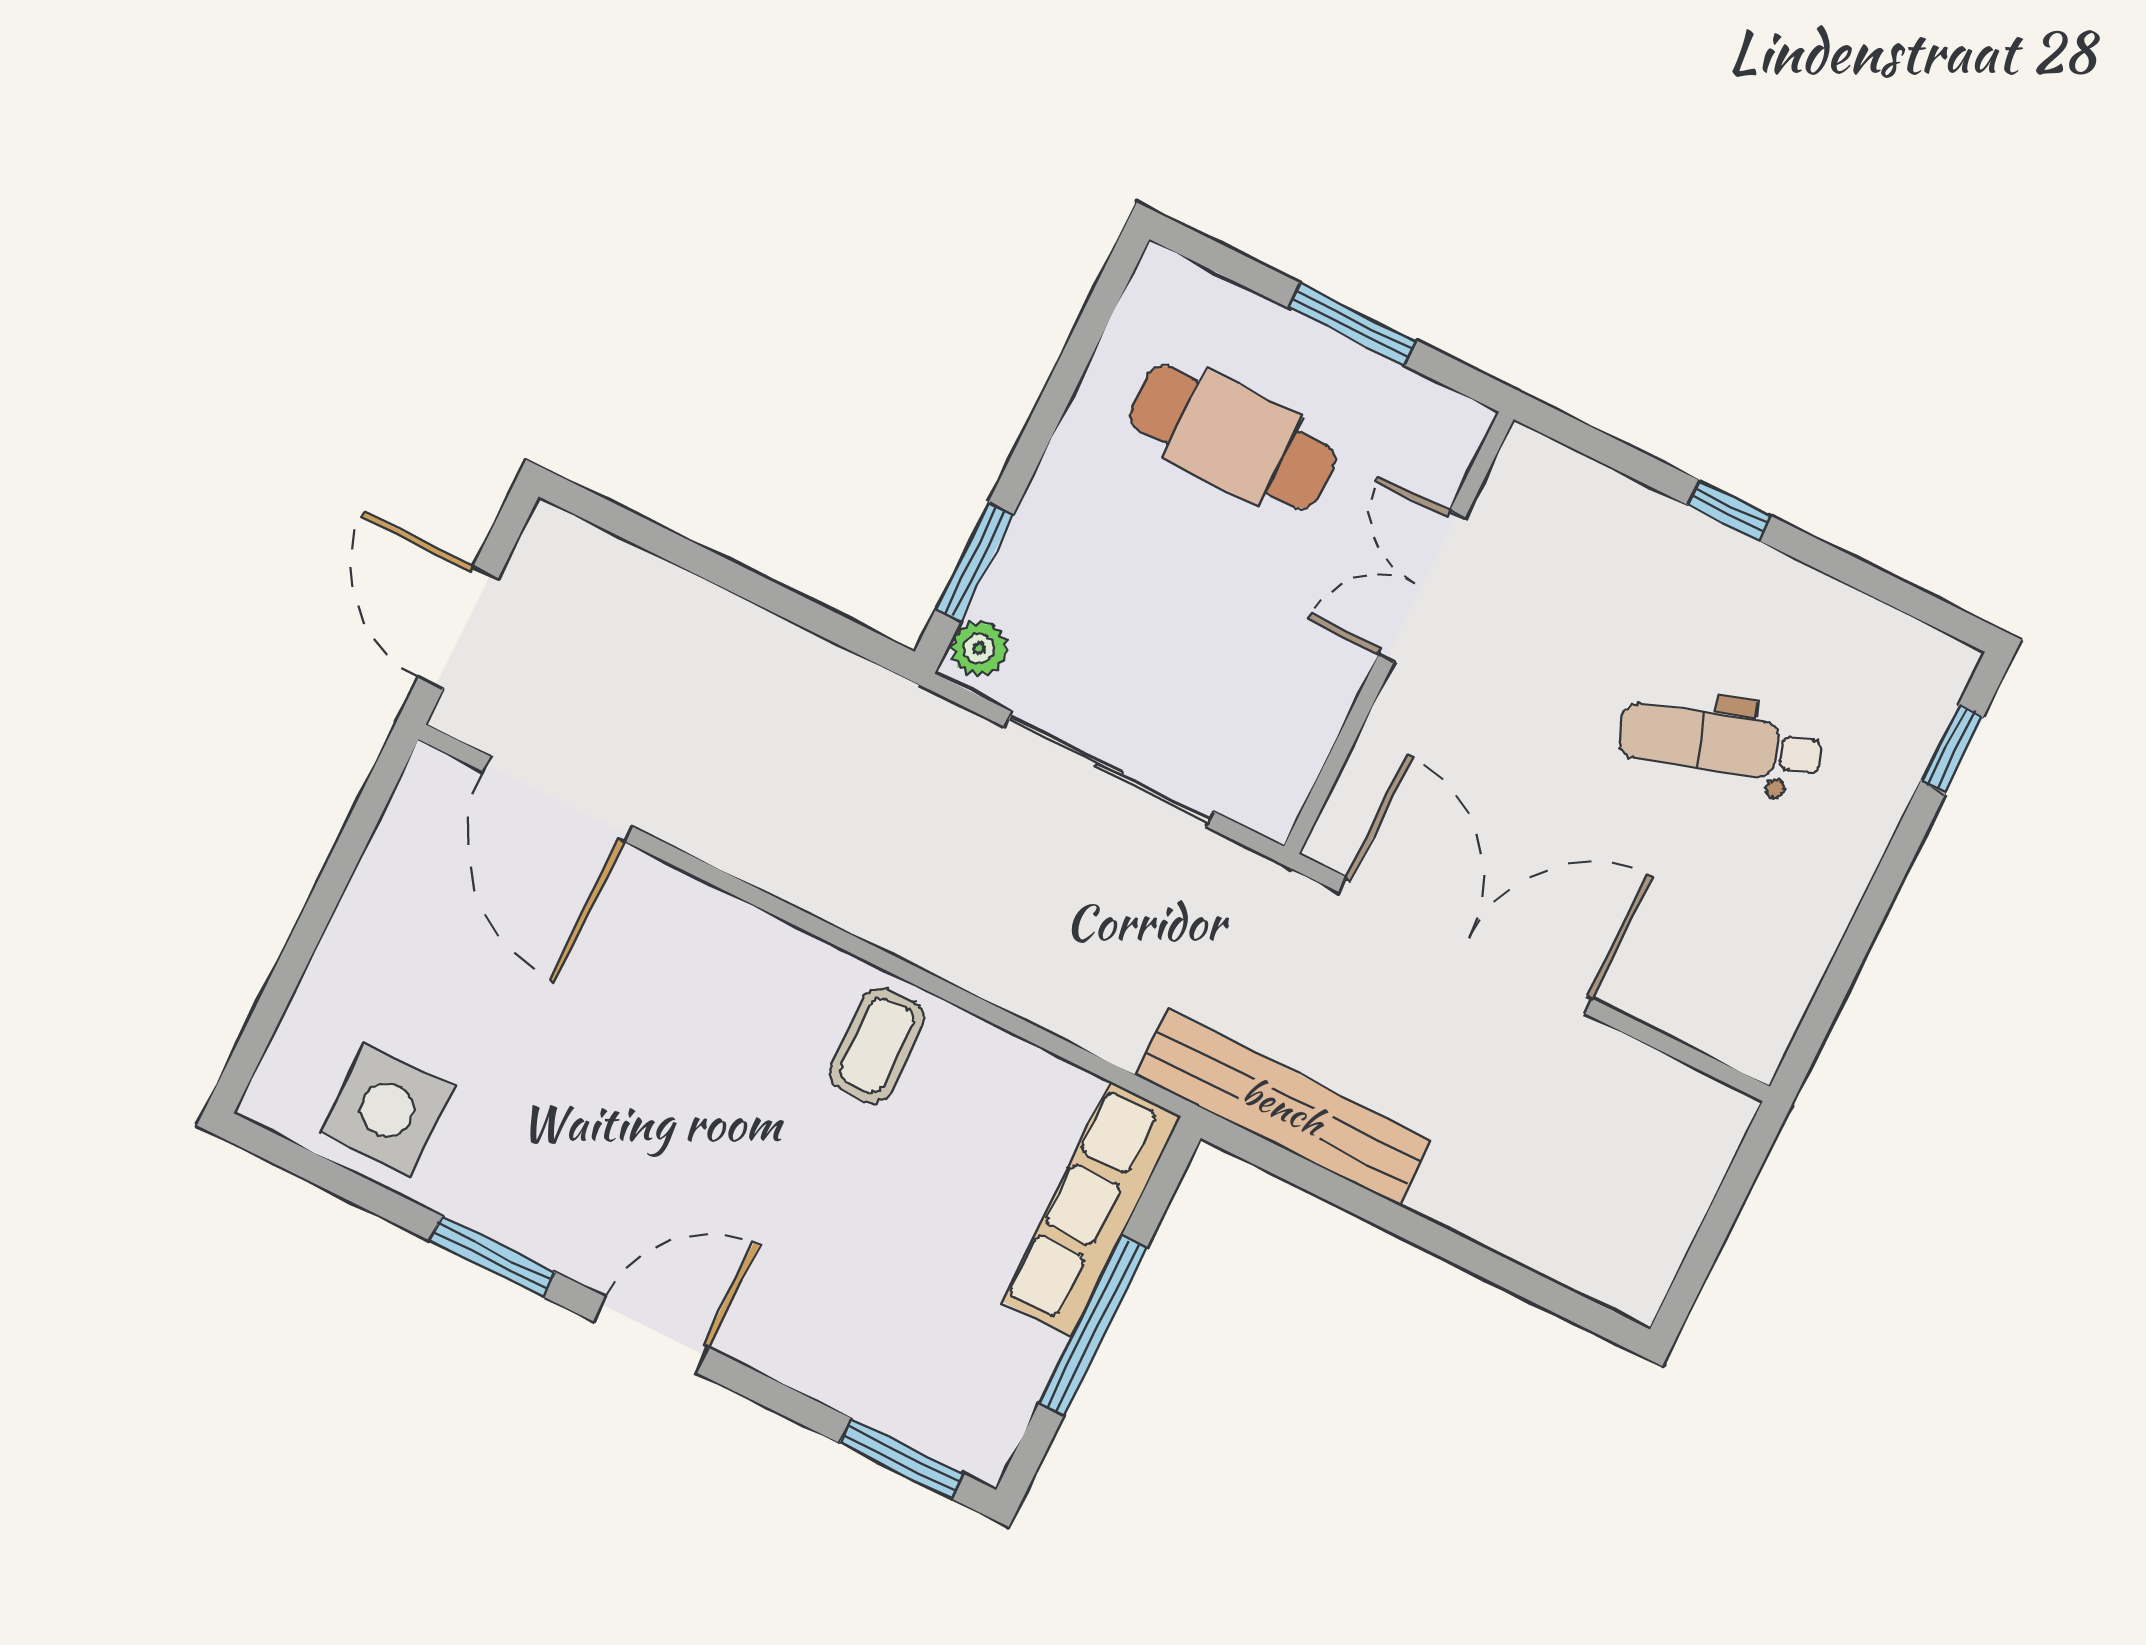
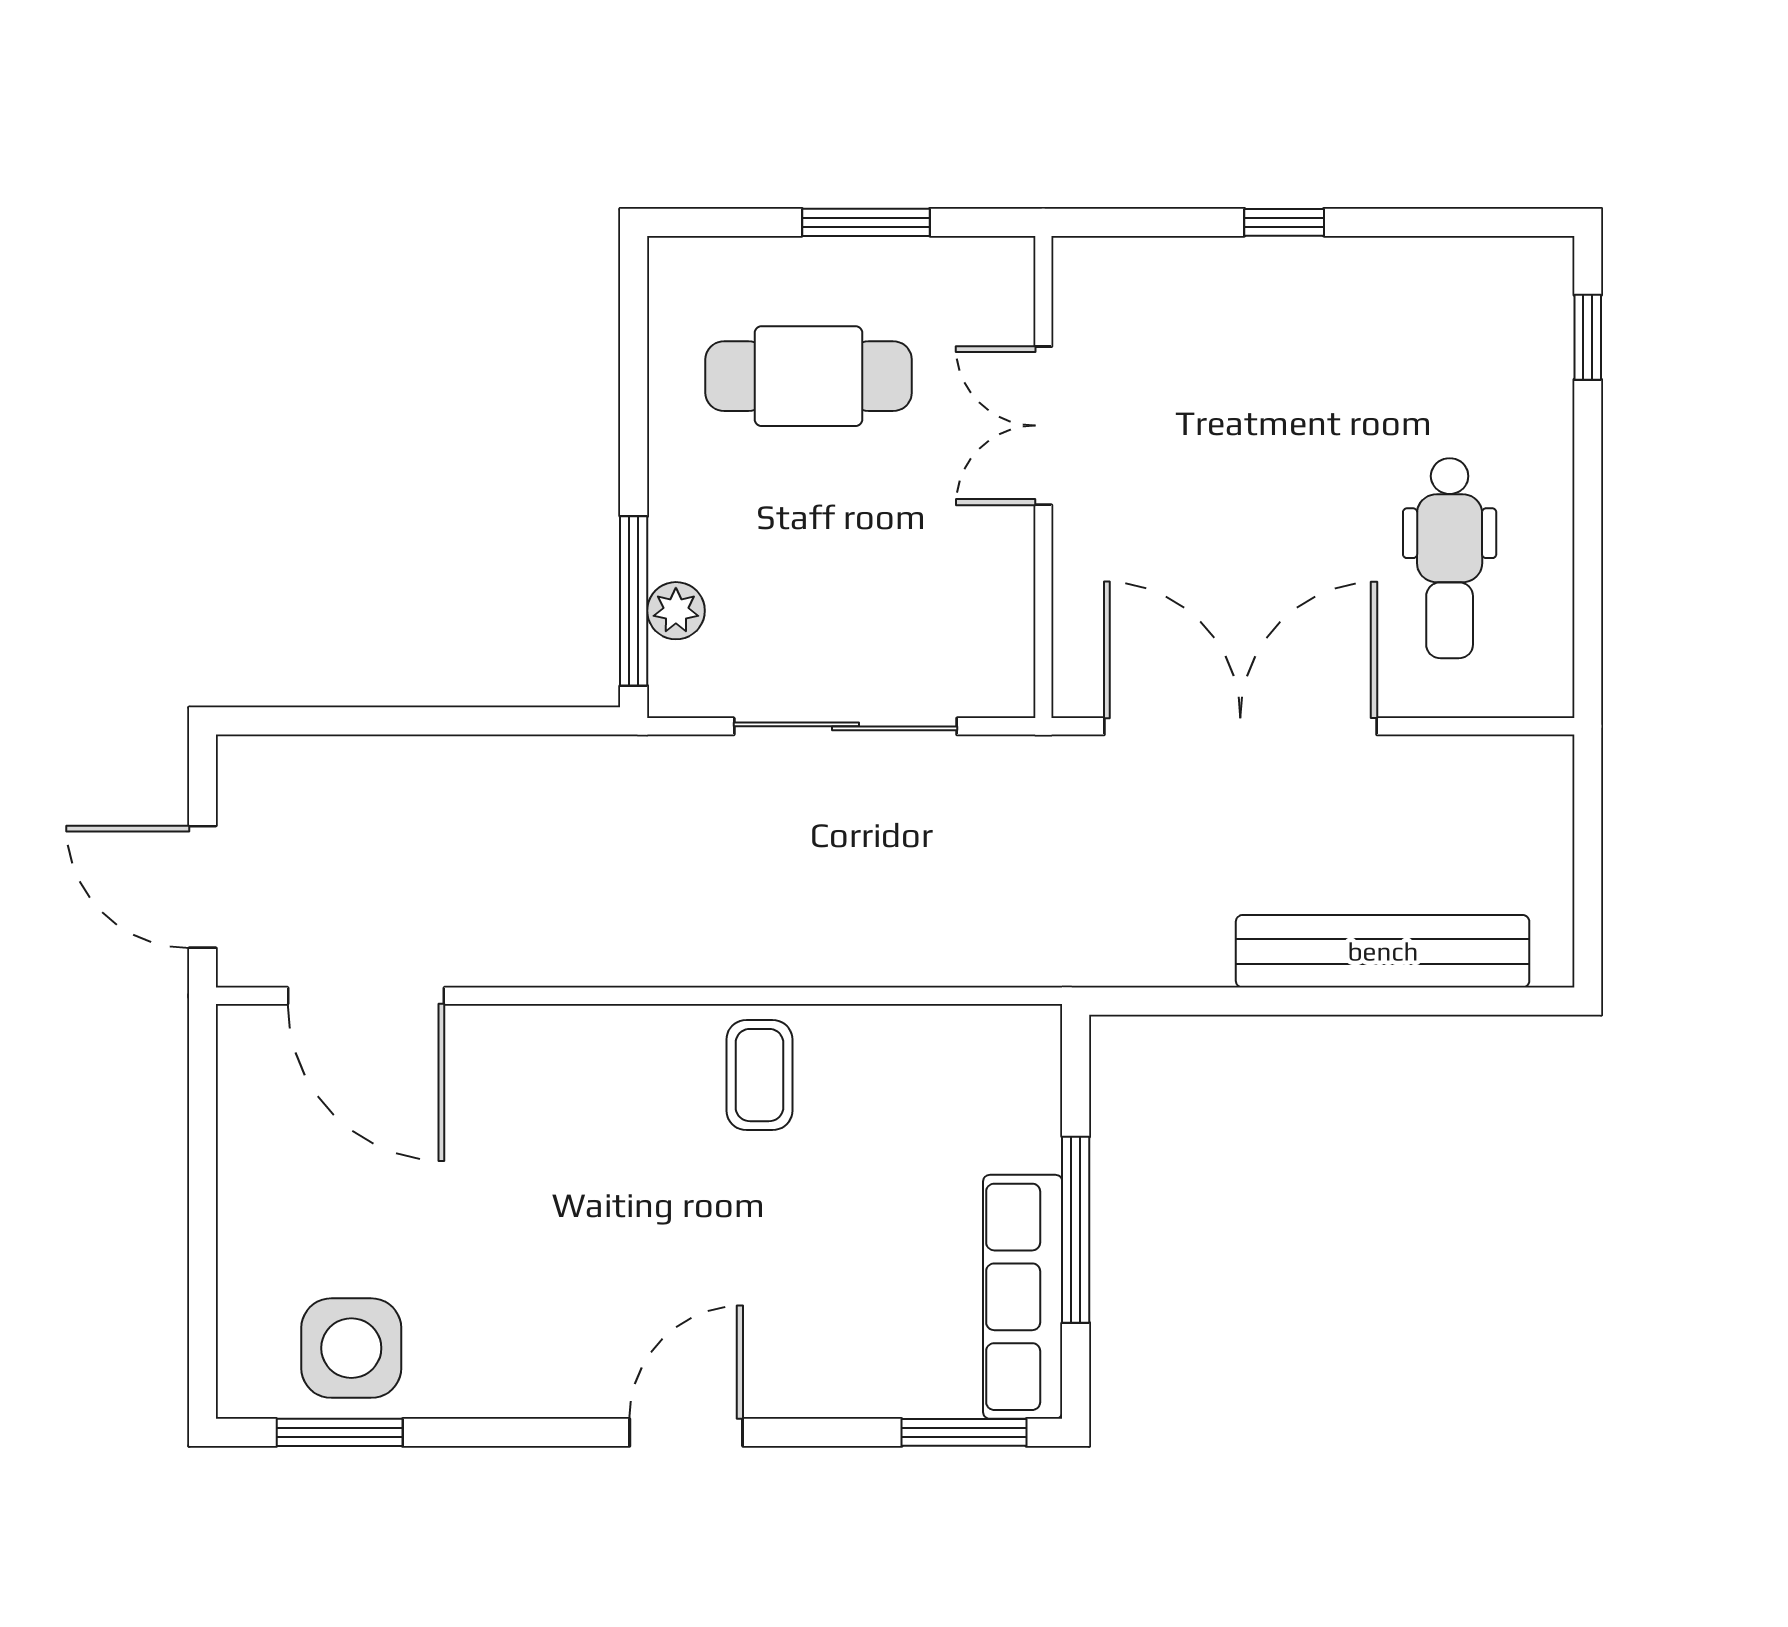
window: (974, 562) -> (634, 601), width x1.44
plant: (979, 649) -> (676, 611), moved
dental chair: (1721, 743) -> (1450, 558), moved, turned -72
bench: (1283, 1107) -> (1383, 951), moved
row of seats: (1091, 1209) -> (1023, 1297), moved
window: (492, 1256) -> (340, 1432), moved

